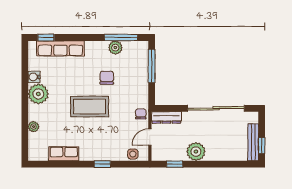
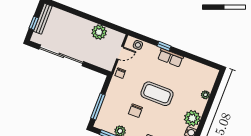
dresser: (166, 117) -> (102, 63), removed
window: (262, 146) -> (34, 23), moved
plant: (196, 152) -> (99, 32), moved
row of seats: (64, 154) -> (170, 58), moved
window: (175, 164) -> (109, 25), removed

